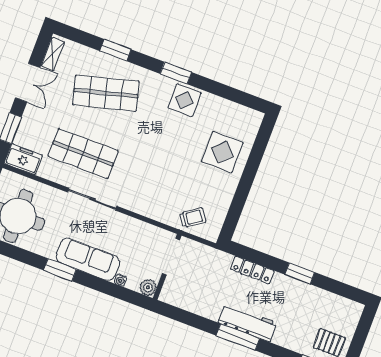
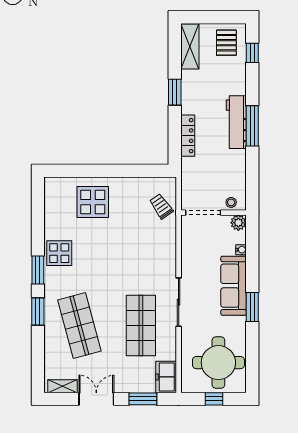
window: (115, 50) -> (38, 312), moved
stool: (171, 288) -> (231, 202), added
shelving: (339, 305) -> (190, 47), added

